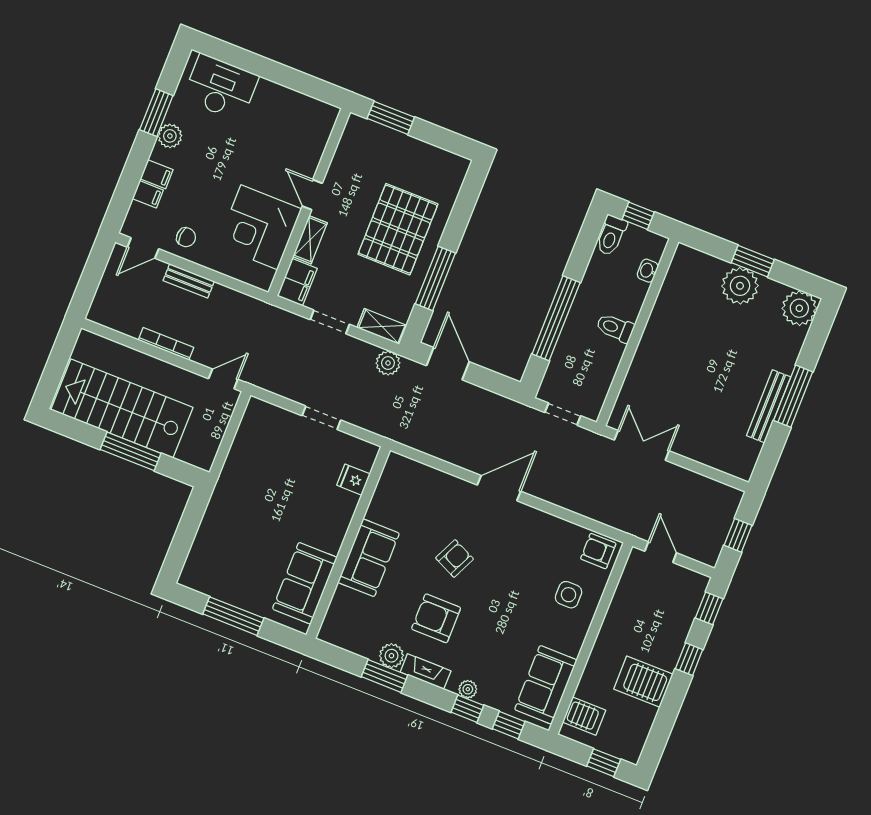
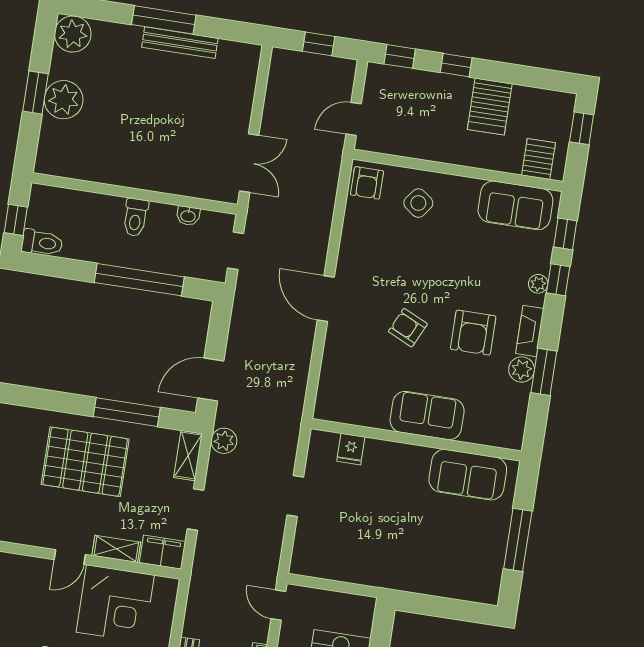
washbasin: (648, 271) -> (188, 216), moved
double door: (642, 445) -> (249, 163), swing flipped
side table: (569, 595) -> (418, 203), turned 37

